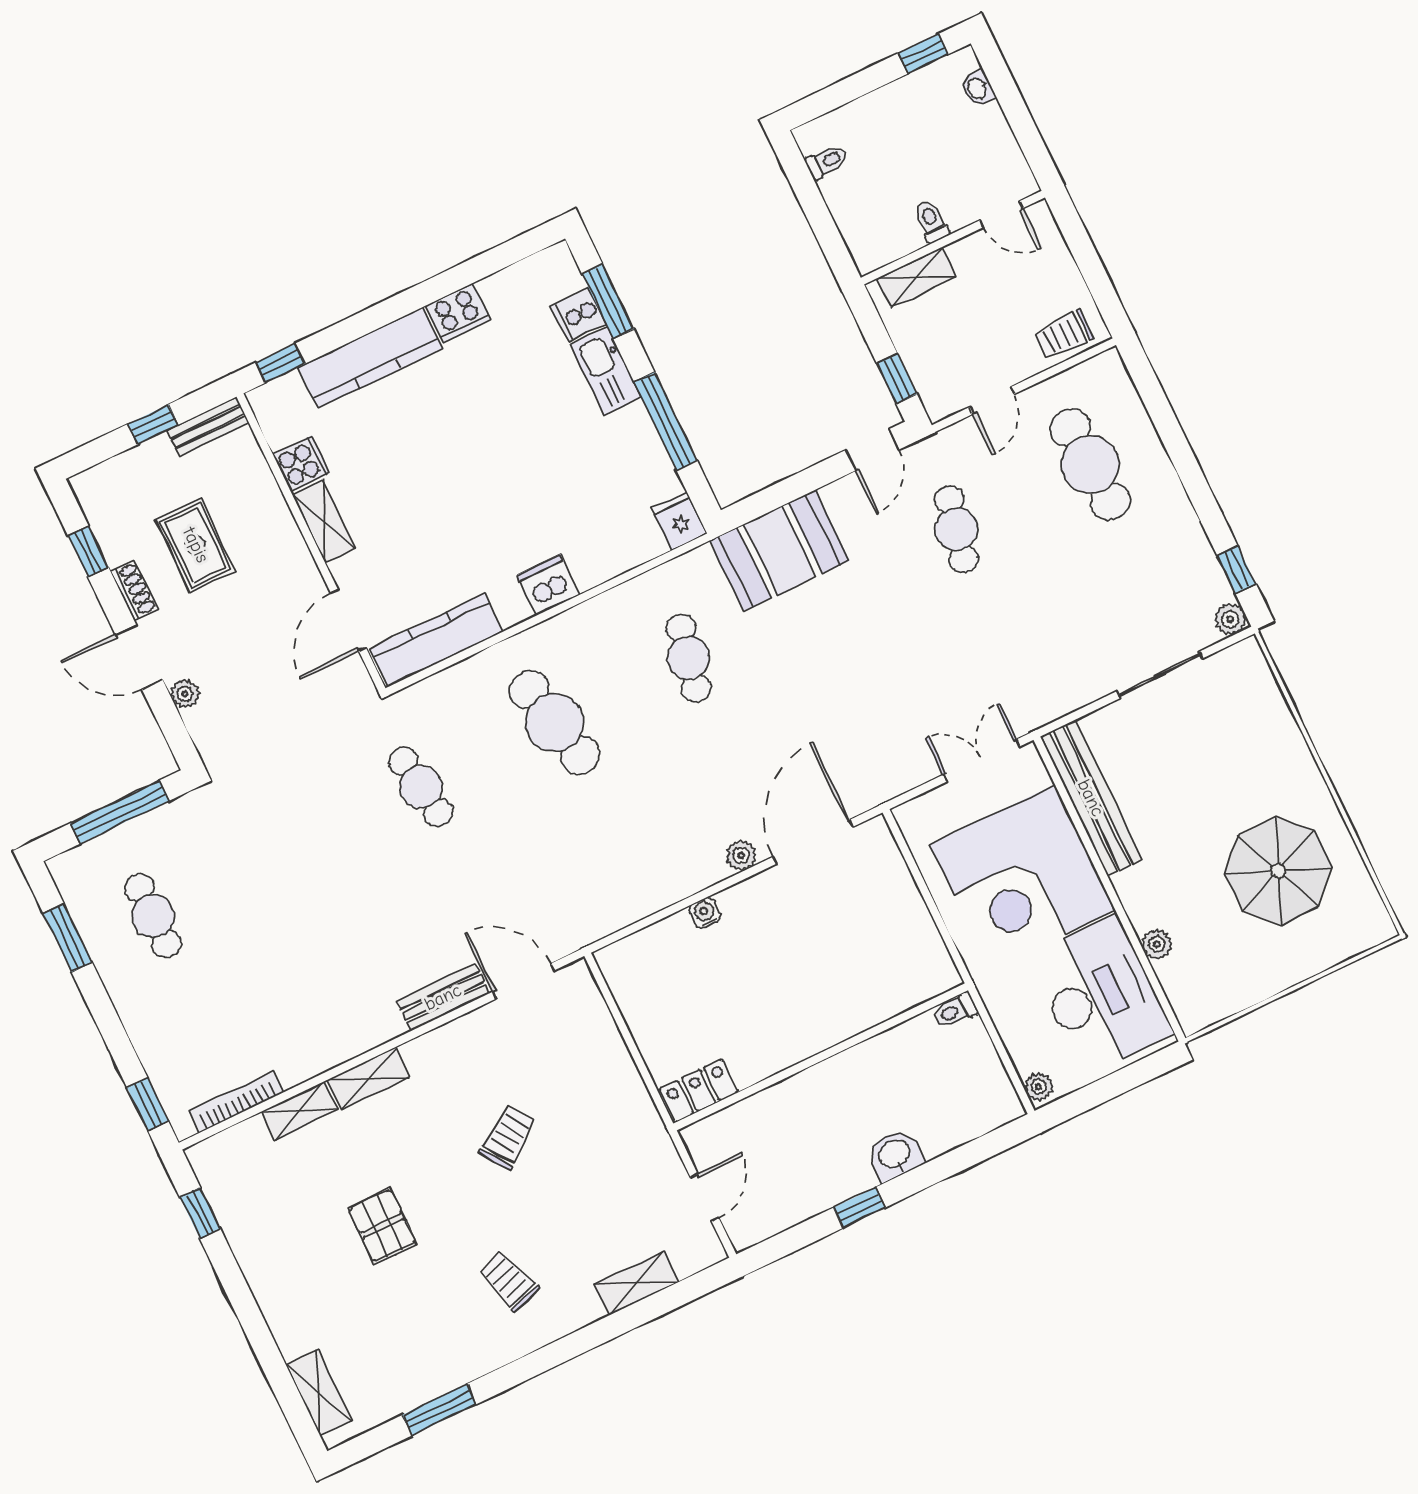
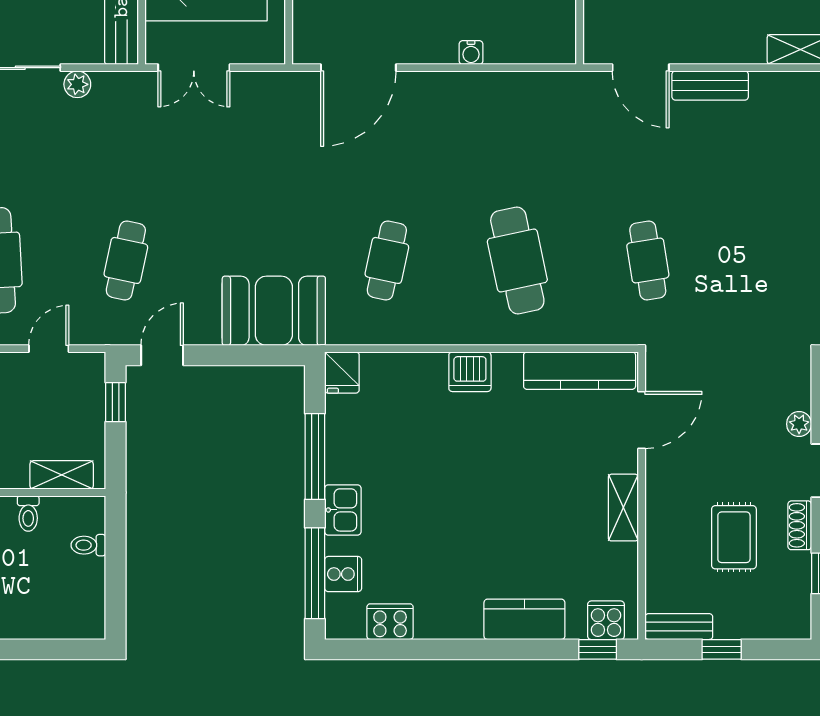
toilet: (827, 162) -> (88, 545), moved
window: (608, 302) -> (315, 573), width x1.44
cooker: (458, 313) -> (390, 622), moved
kitchen counter: (370, 358) -> (524, 619), width x0.67
kitchen sink: (606, 371) -> (343, 510), width x0.73
cooker: (301, 463) -> (606, 620), moved, turned 90
plant: (741, 855) -> (77, 84), moved

